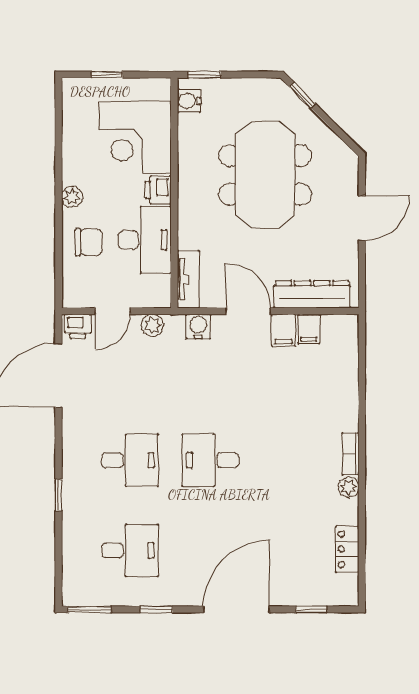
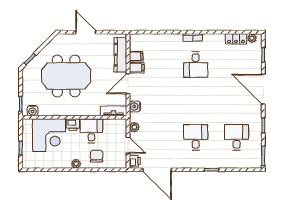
desk: (145, 240) -> (91, 131), width x0.73
desk: (210, 460) -> (196, 65), moved
plant: (349, 487) -> (252, 38), moved

